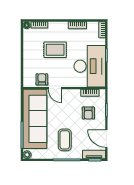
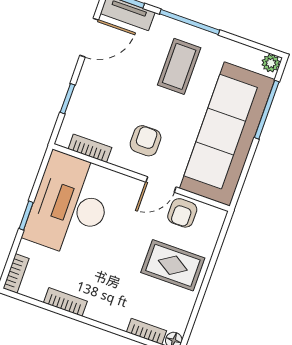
rug: (55, 50) -> (173, 265), moved
door: (55, 88) -> (161, 185), swing flipped
armchair: (88, 113) -> (146, 141), moved
door: (106, 139) -> (89, 38), hinge flipped

